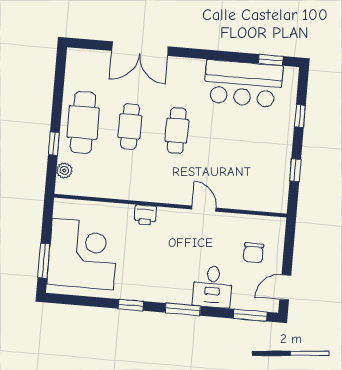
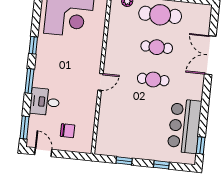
door: (204, 209) -> (100, 82), moved
printer: (145, 215) -> (95, 56), removed
chair: (253, 253) -> (68, 131), turned 180

